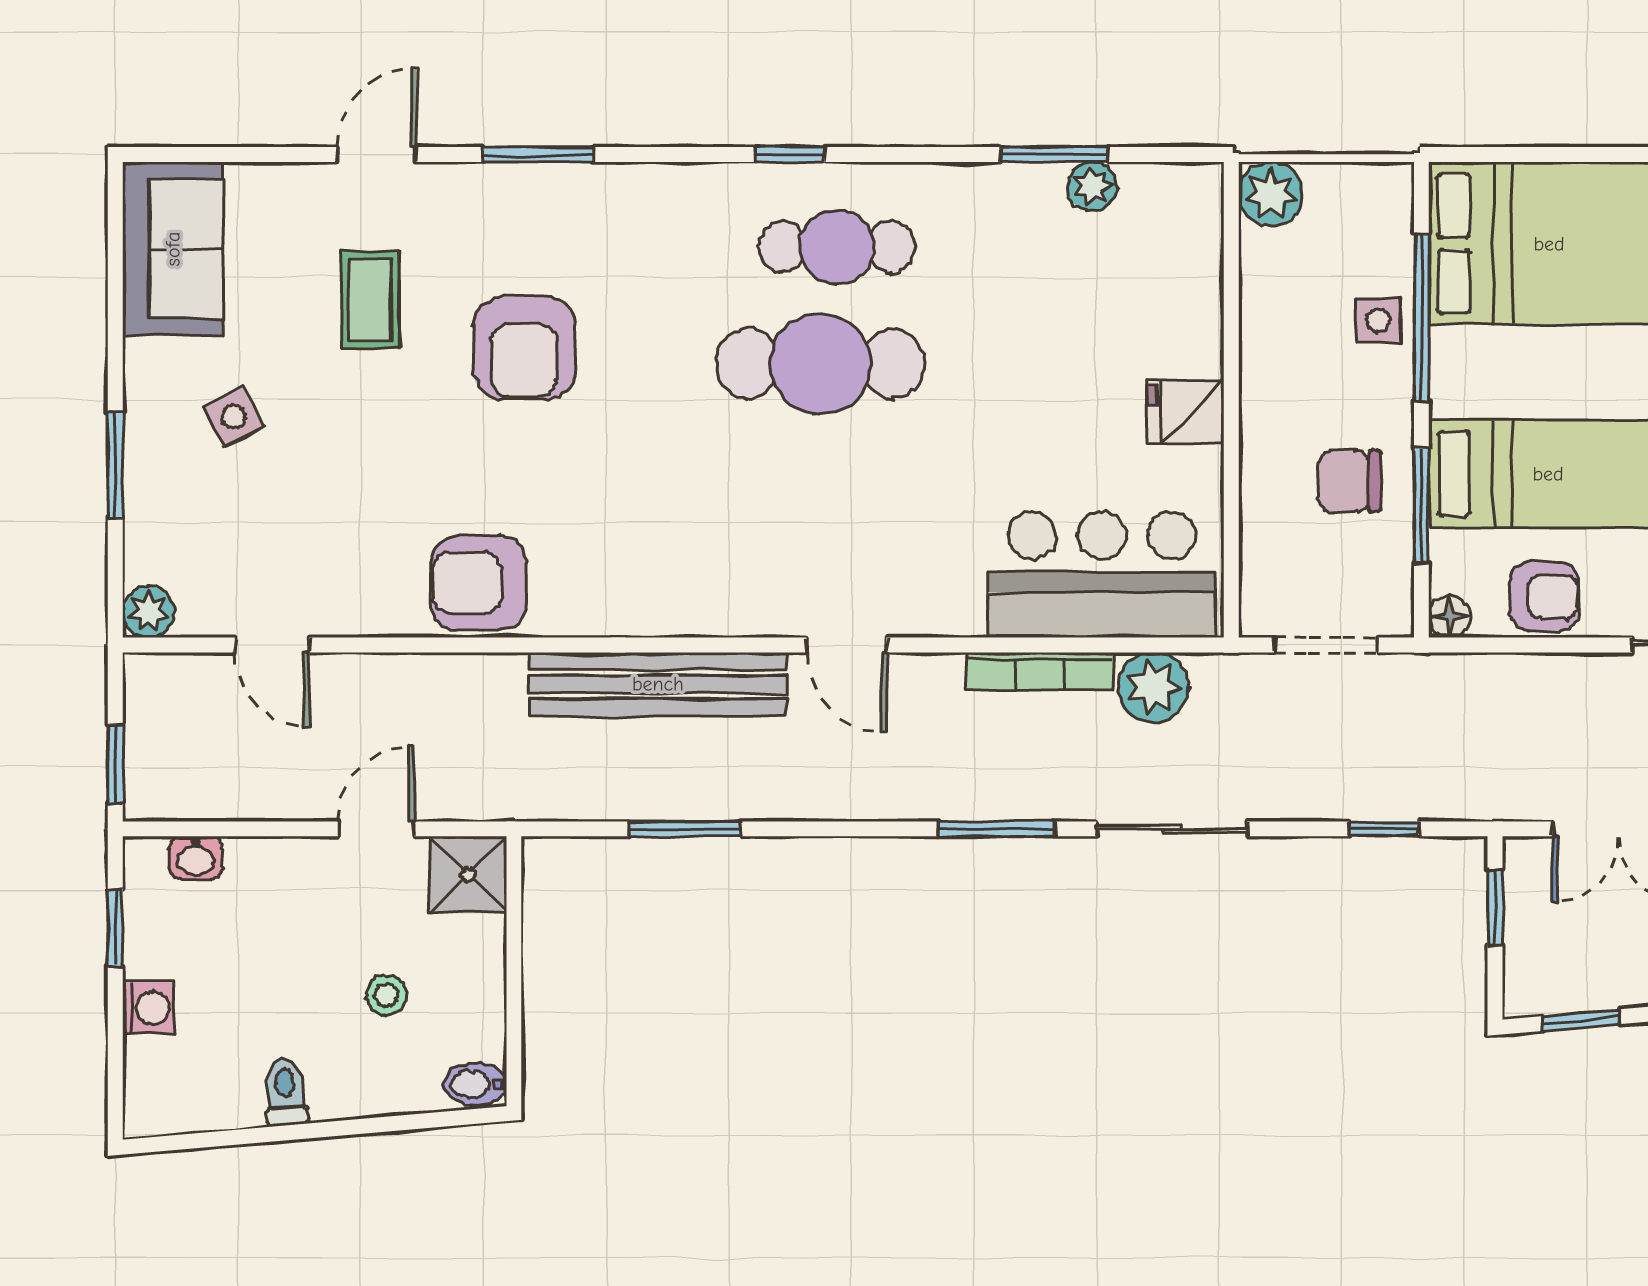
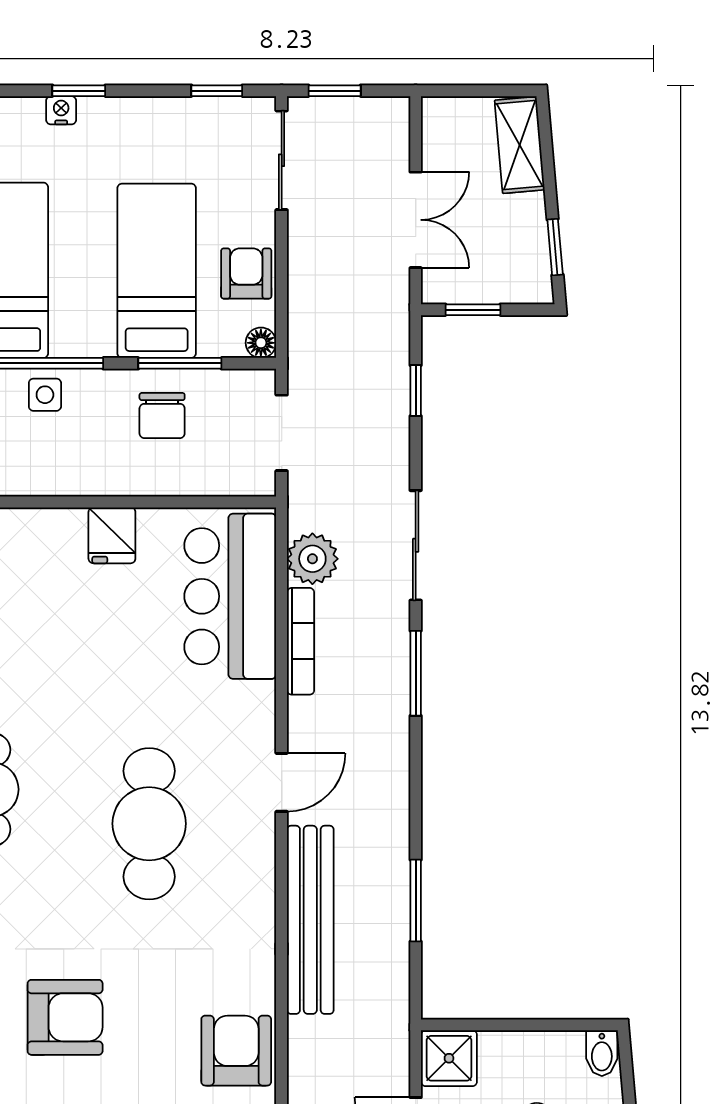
cafe table: (820, 364) -> (149, 824), moved
armchair: (479, 583) -> (236, 1051), turned 180

